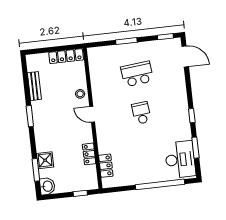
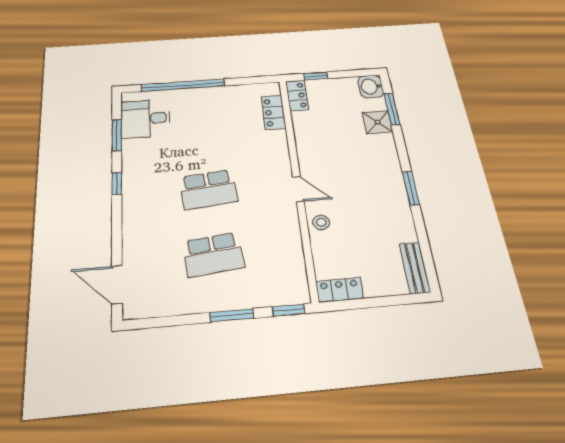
window: (165, 37) -> (289, 310), moved
locker: (66, 56) -> (340, 290), width x0.66
bench: (34, 86) -> (415, 268), moved
school desk: (141, 113) -> (208, 190), width x1.85
locker: (89, 154) -> (297, 95), moved
desk: (180, 160) -> (145, 119), width x0.73

